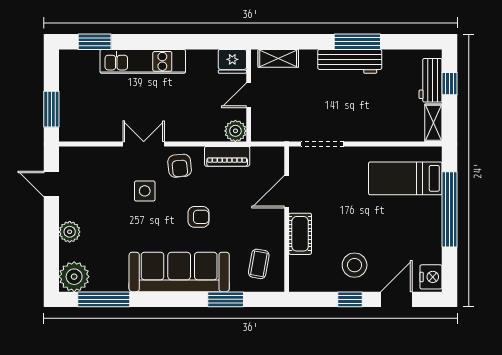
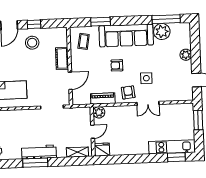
kitchen unit: (143, 61) -> (172, 147), moved
plant: (74, 277) -> (162, 32), moved

